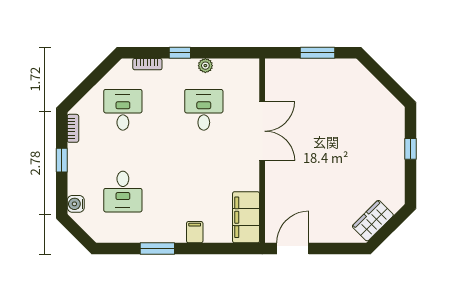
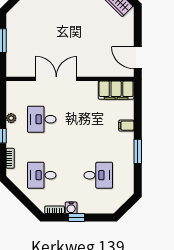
water cooler: (76, 204) -> (71, 208), moved

